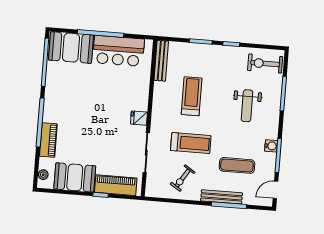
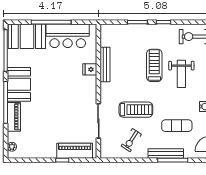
bench: (161, 61) -> (105, 64), moved
treadmill: (192, 96) -> (154, 65), moved
fridge: (139, 118) -> (90, 69), moved
booth: (75, 177) -> (19, 84), moved, turned 90

